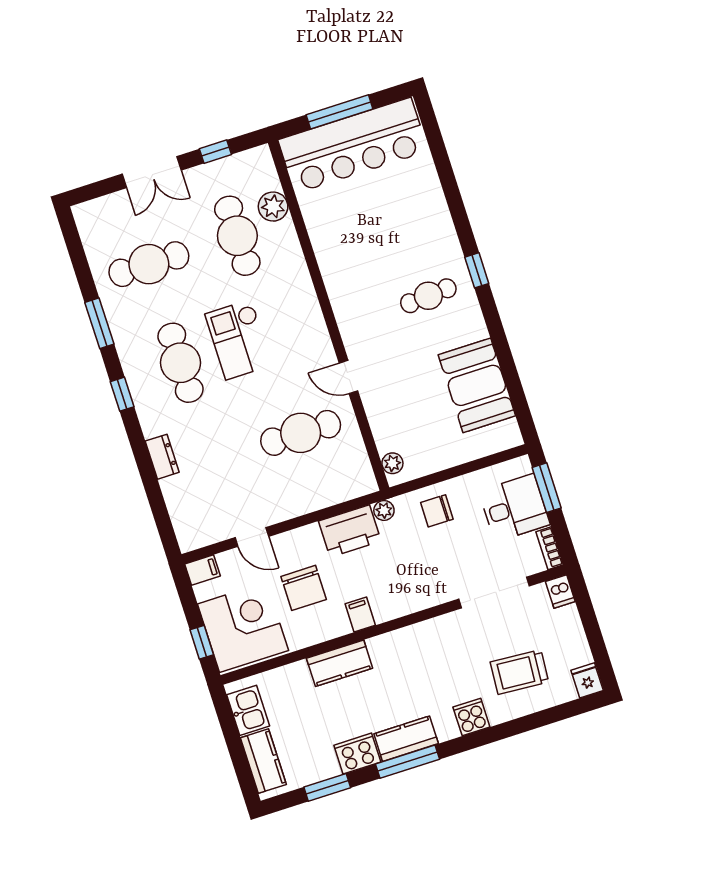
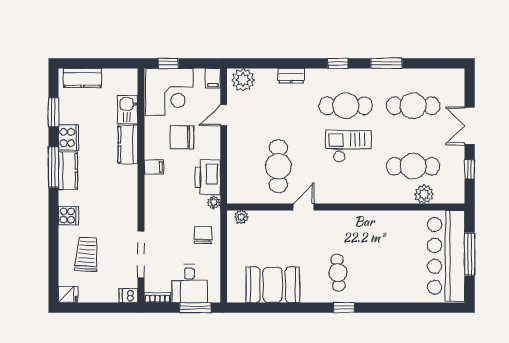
cafe table: (149, 264) -> (413, 106), turned 90
plant: (191, 525) -> (243, 80), added
kitchen sink: (248, 710) -> (128, 110), moved, turned 90

